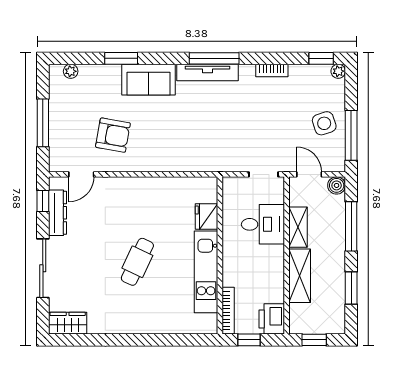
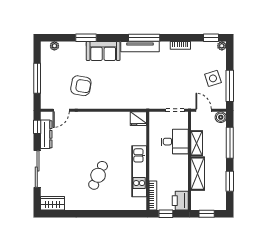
fridge: (206, 217) -> (138, 119), moved, turned -90
cafe table: (137, 262) -> (98, 175), moved

